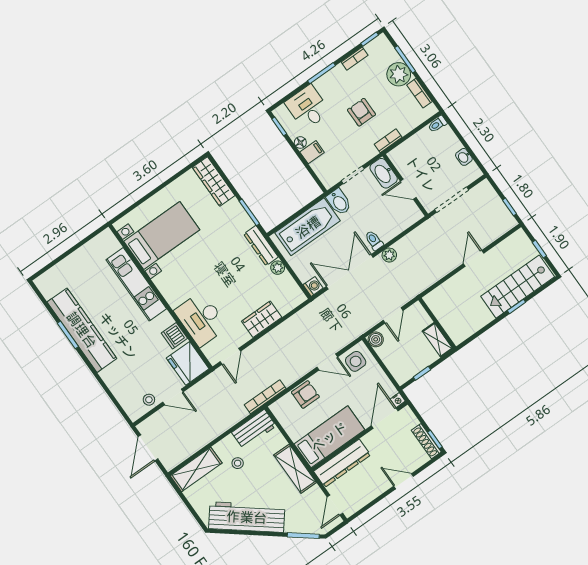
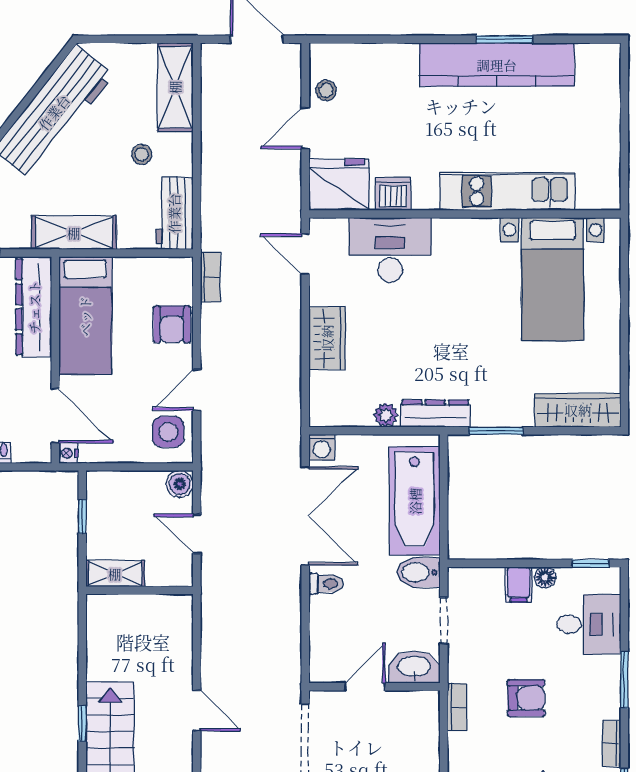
plant: (389, 255) -> (289, 591), removed
bookcase: (265, 397) -> (210, 277), width x0.64

